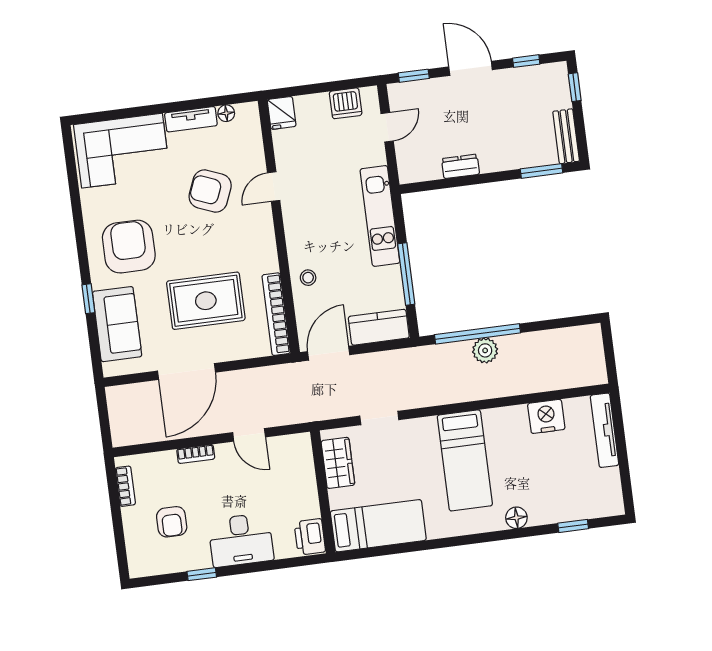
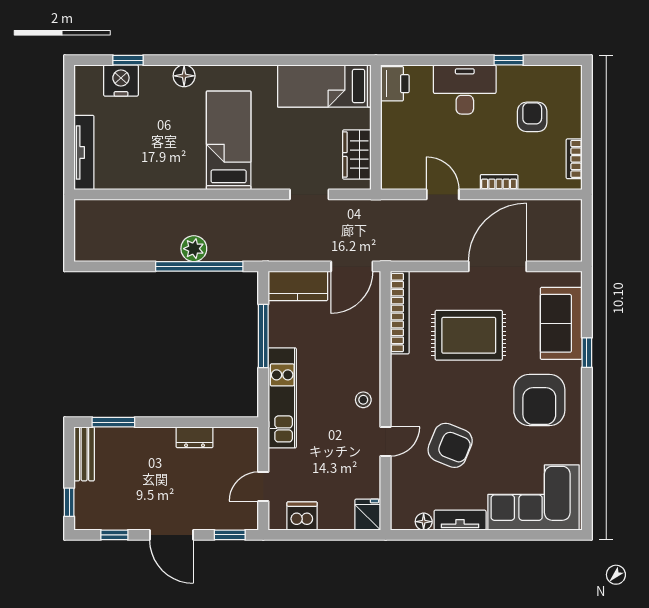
stool: (308, 278) -> (363, 400), moved
nightstand: (546, 416) -> (121, 80), moved, turned 180

